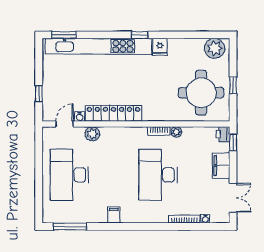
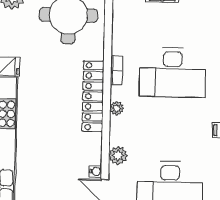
locker: (114, 113) -> (93, 96), moved
plant: (176, 132) -> (117, 108), moved

